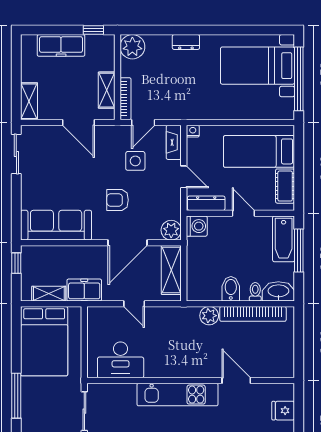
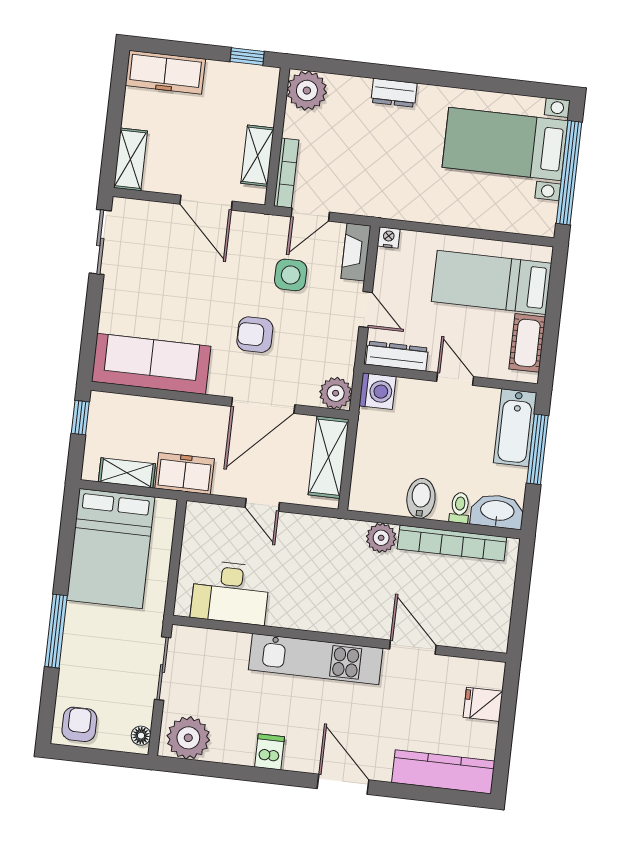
freezer: (61, 45) -> (165, 72), moved

